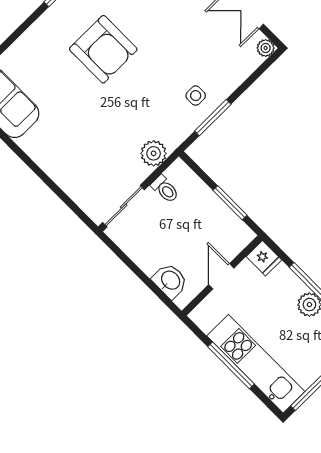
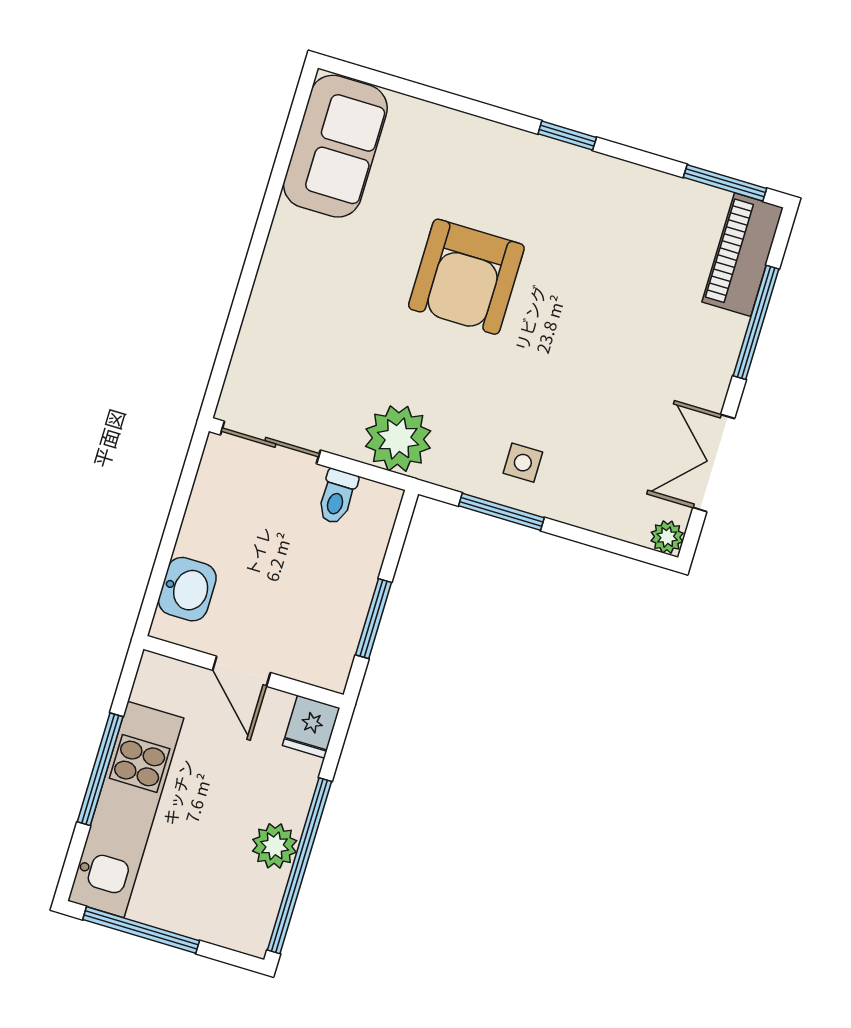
armchair: (103, 49) -> (466, 277), moved
plant: (154, 153) -> (398, 439), width x1.36, depth x1.36
door: (221, 276) -> (241, 671), swing flipped

